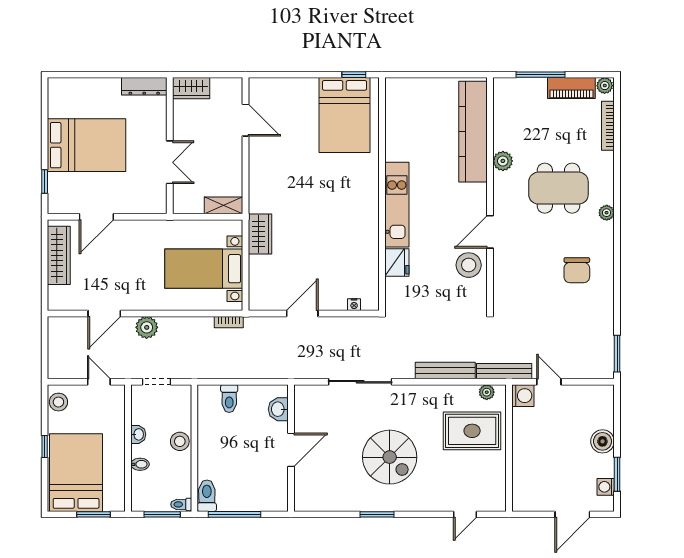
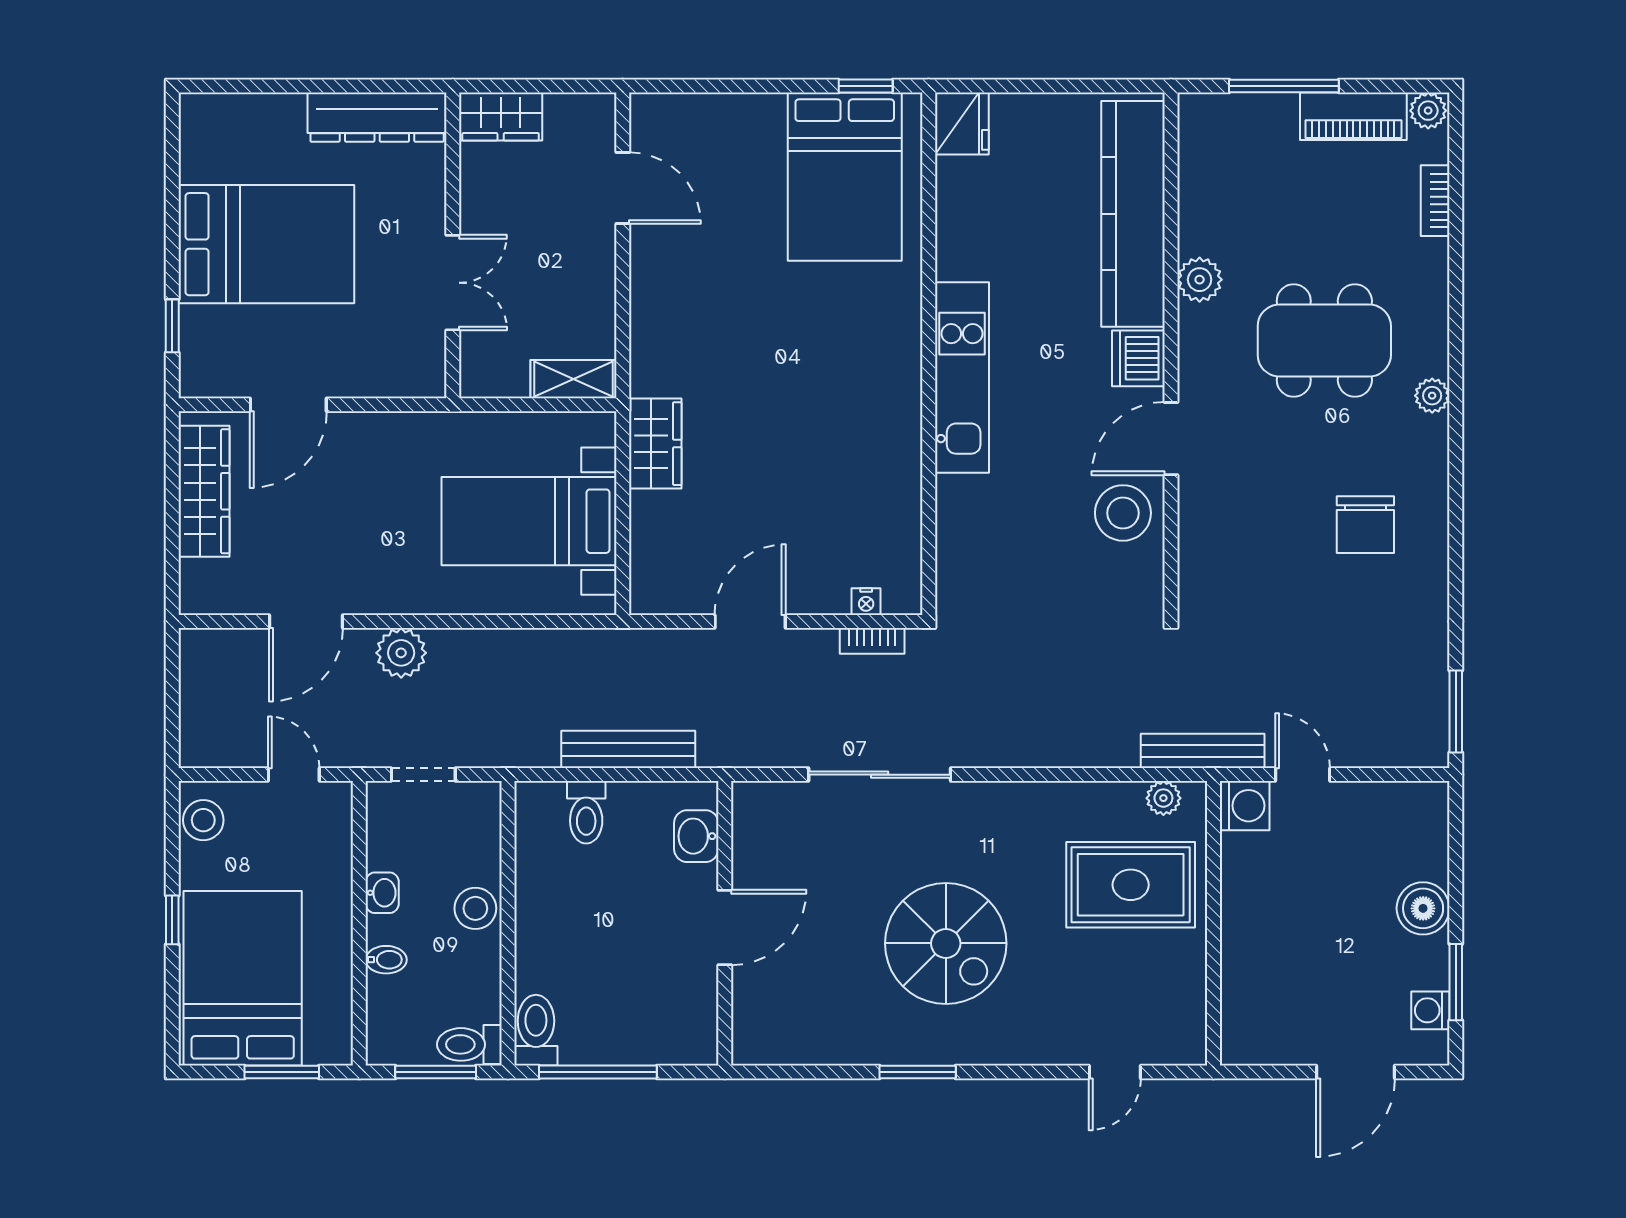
dresser: (144, 86) -> (377, 117), width x1.37, depth x1.24
bookcase: (608, 126) -> (1435, 201), width x0.64
dishwasher: (476, 196) -> (1138, 358), added
fridge: (397, 263) -> (962, 124), moved
bookcase: (229, 322) -> (872, 641), moved
bench: (445, 370) -> (628, 749), moved
toilet: (181, 504) -> (469, 1044), width x1.37, depth x1.39

